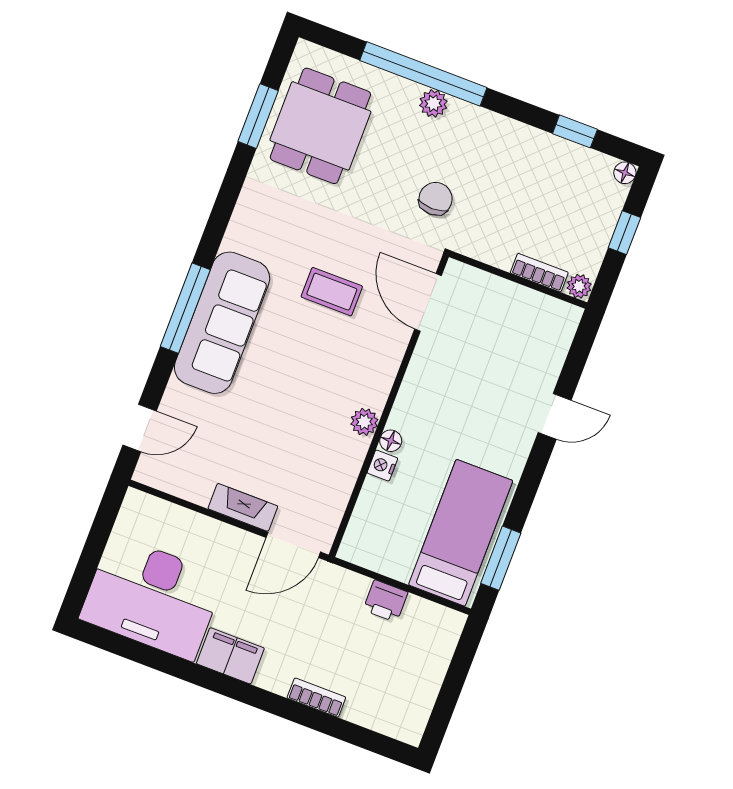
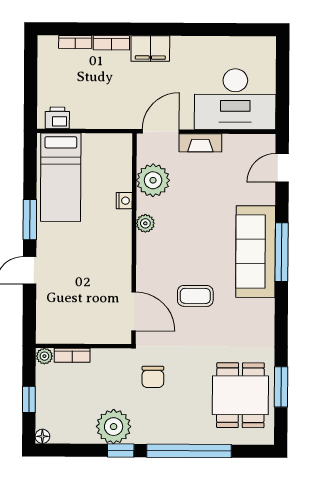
plant: (433, 103) -> (114, 427), moved, width x1.88, depth x1.88
window: (575, 131) -> (121, 450), moved
floor lamp: (391, 441) -> (125, 218), removed
plant: (330, 479) -> (153, 180), added
window: (501, 558) -> (30, 220), moved
desk: (152, 597) -> (235, 99), moved, turned 180
printer: (385, 601) -> (57, 118), moved
filing cabinet: (230, 656) -> (150, 49), moved
bookcase: (368, 718) -> (75, 42), added

